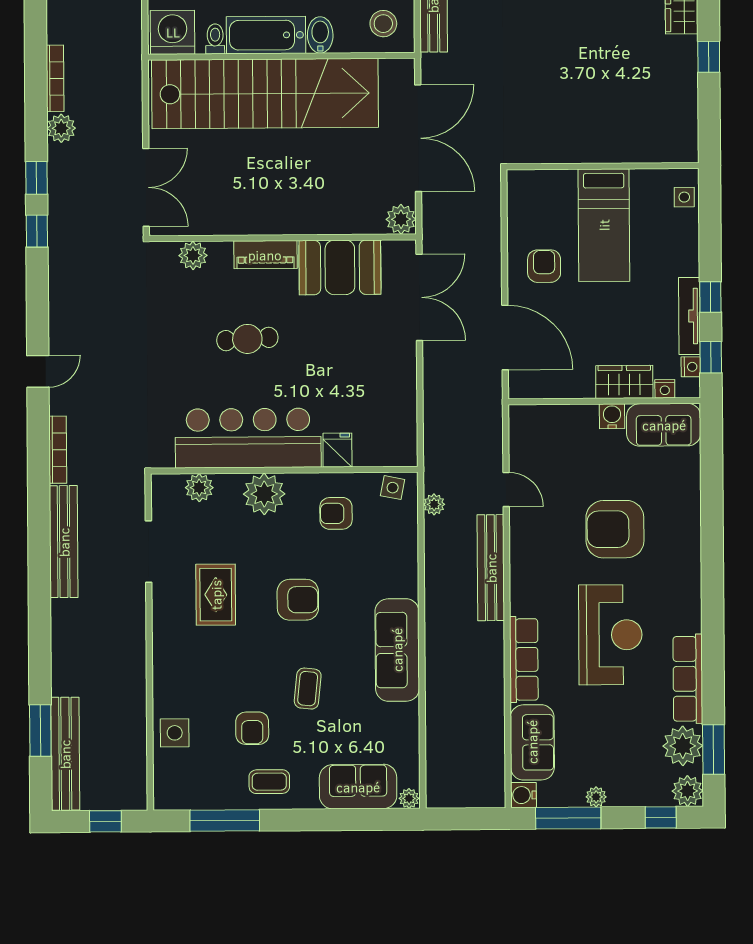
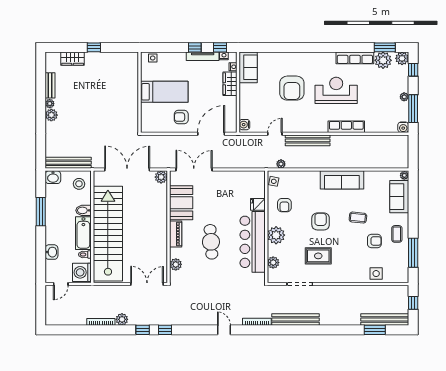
cafe table: (247, 339) -> (211, 242), width x1.37, depth x1.35
water cooler: (612, 416) -> (244, 125), moved
sofa: (532, 742) -> (381, 123), removed

